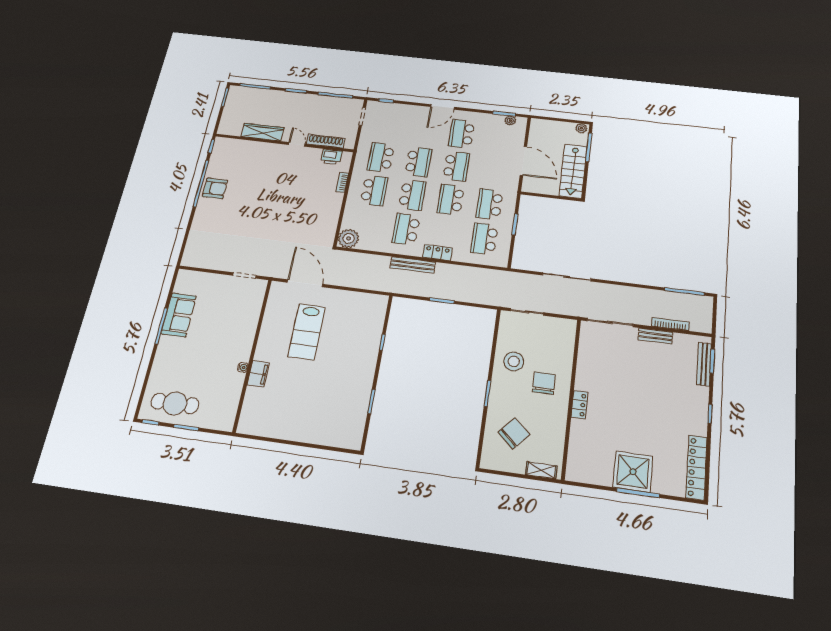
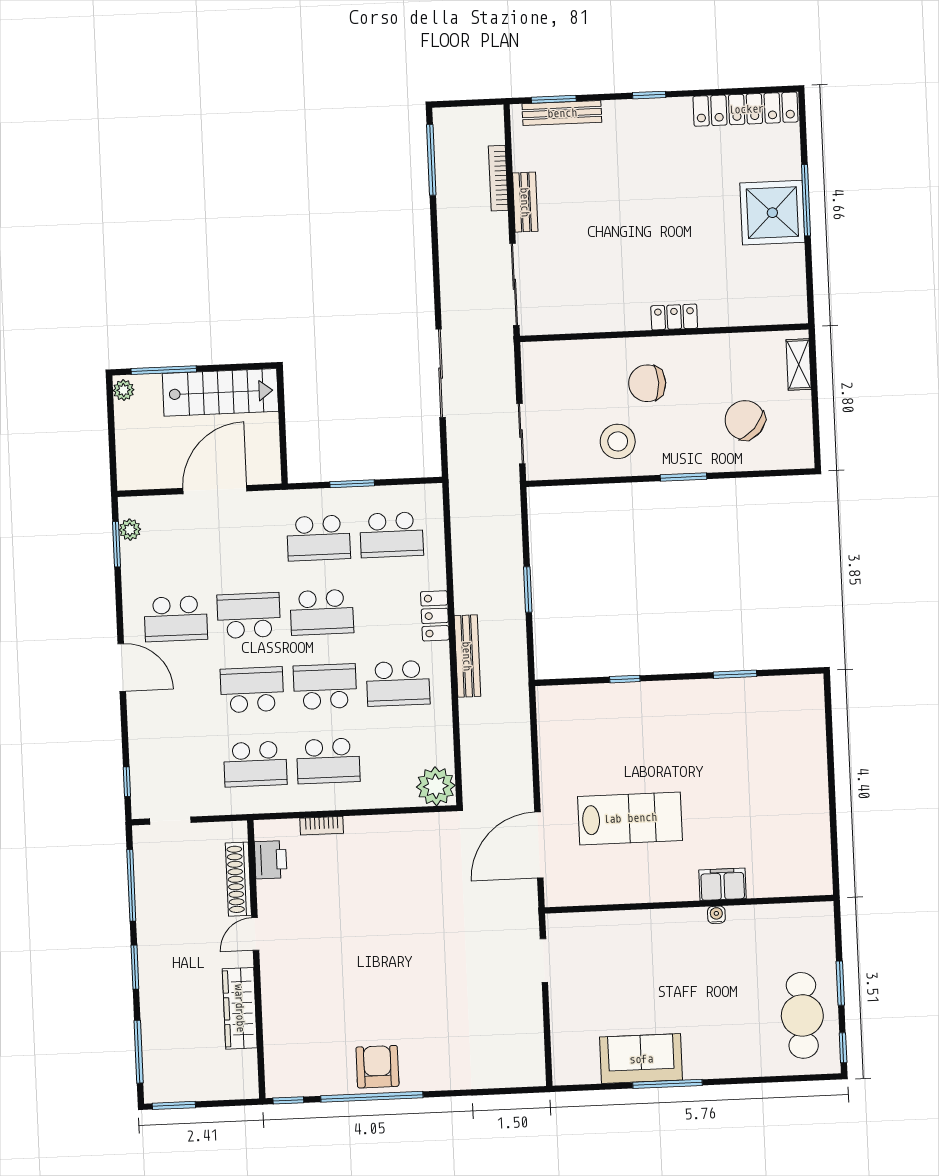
school desk: (374, 190) -> (328, 761), turned 180

